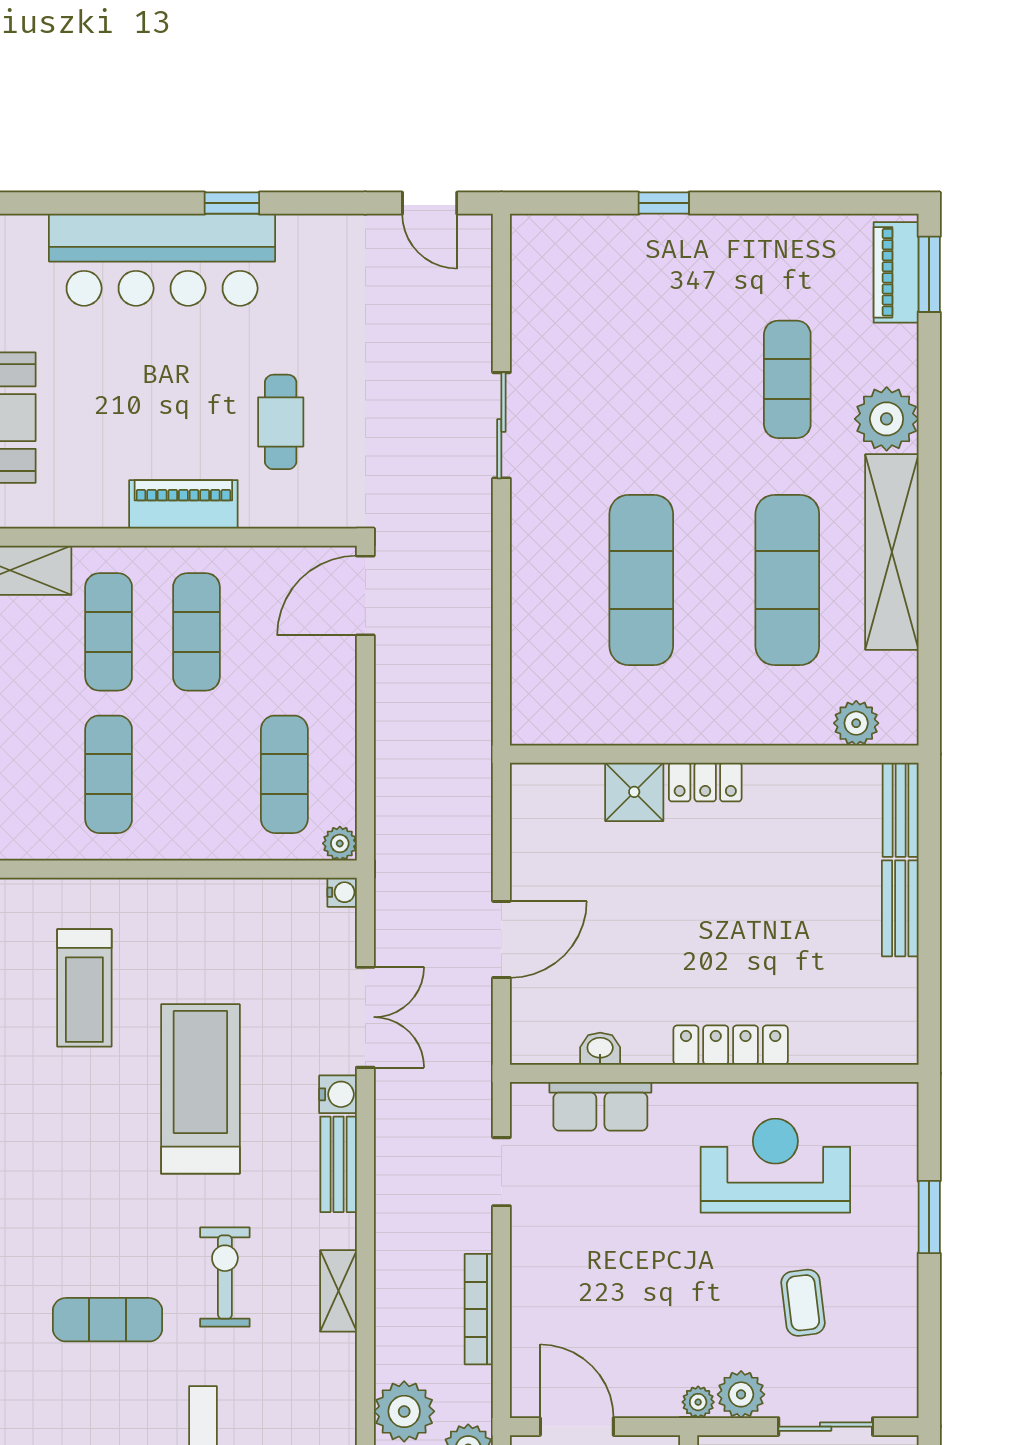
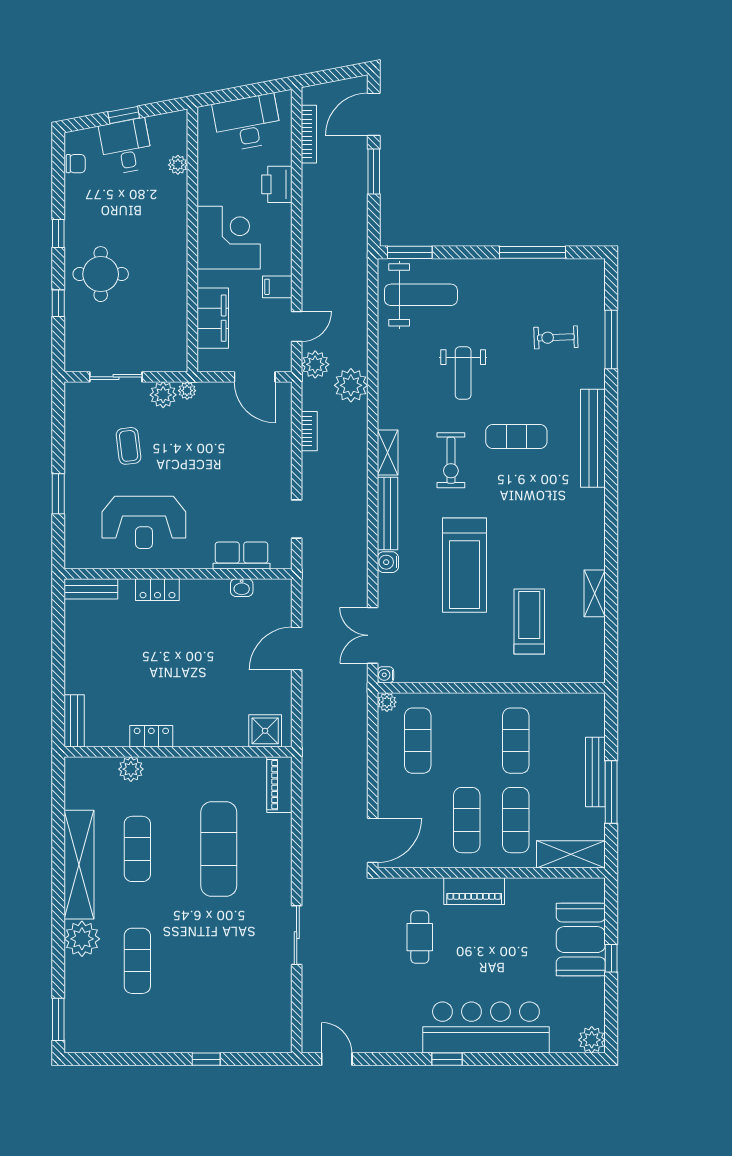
piano: (896, 272) -> (279, 785), moved, turned 180
exercise mat: (787, 580) -> (137, 849), width x0.73, depth x0.69
plant: (856, 723) -> (131, 769), moved
locker: (705, 782) -> (151, 736), moved
shower: (634, 792) -> (265, 731), moved
bench: (900, 908) -> (91, 589), moved, turned 90
double door: (365, 1017) -> (373, 635), moved
locker: (731, 1045) -> (157, 590), width x0.66
bench: (339, 1164) -> (388, 513), width x1.36
bookcase: (479, 1309) -> (309, 431), width x0.64

